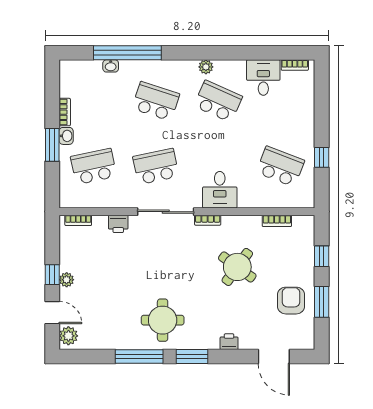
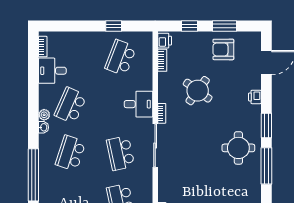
washbasin: (111, 66) -> (43, 127), moved
printer: (118, 224) -> (165, 41), moved

